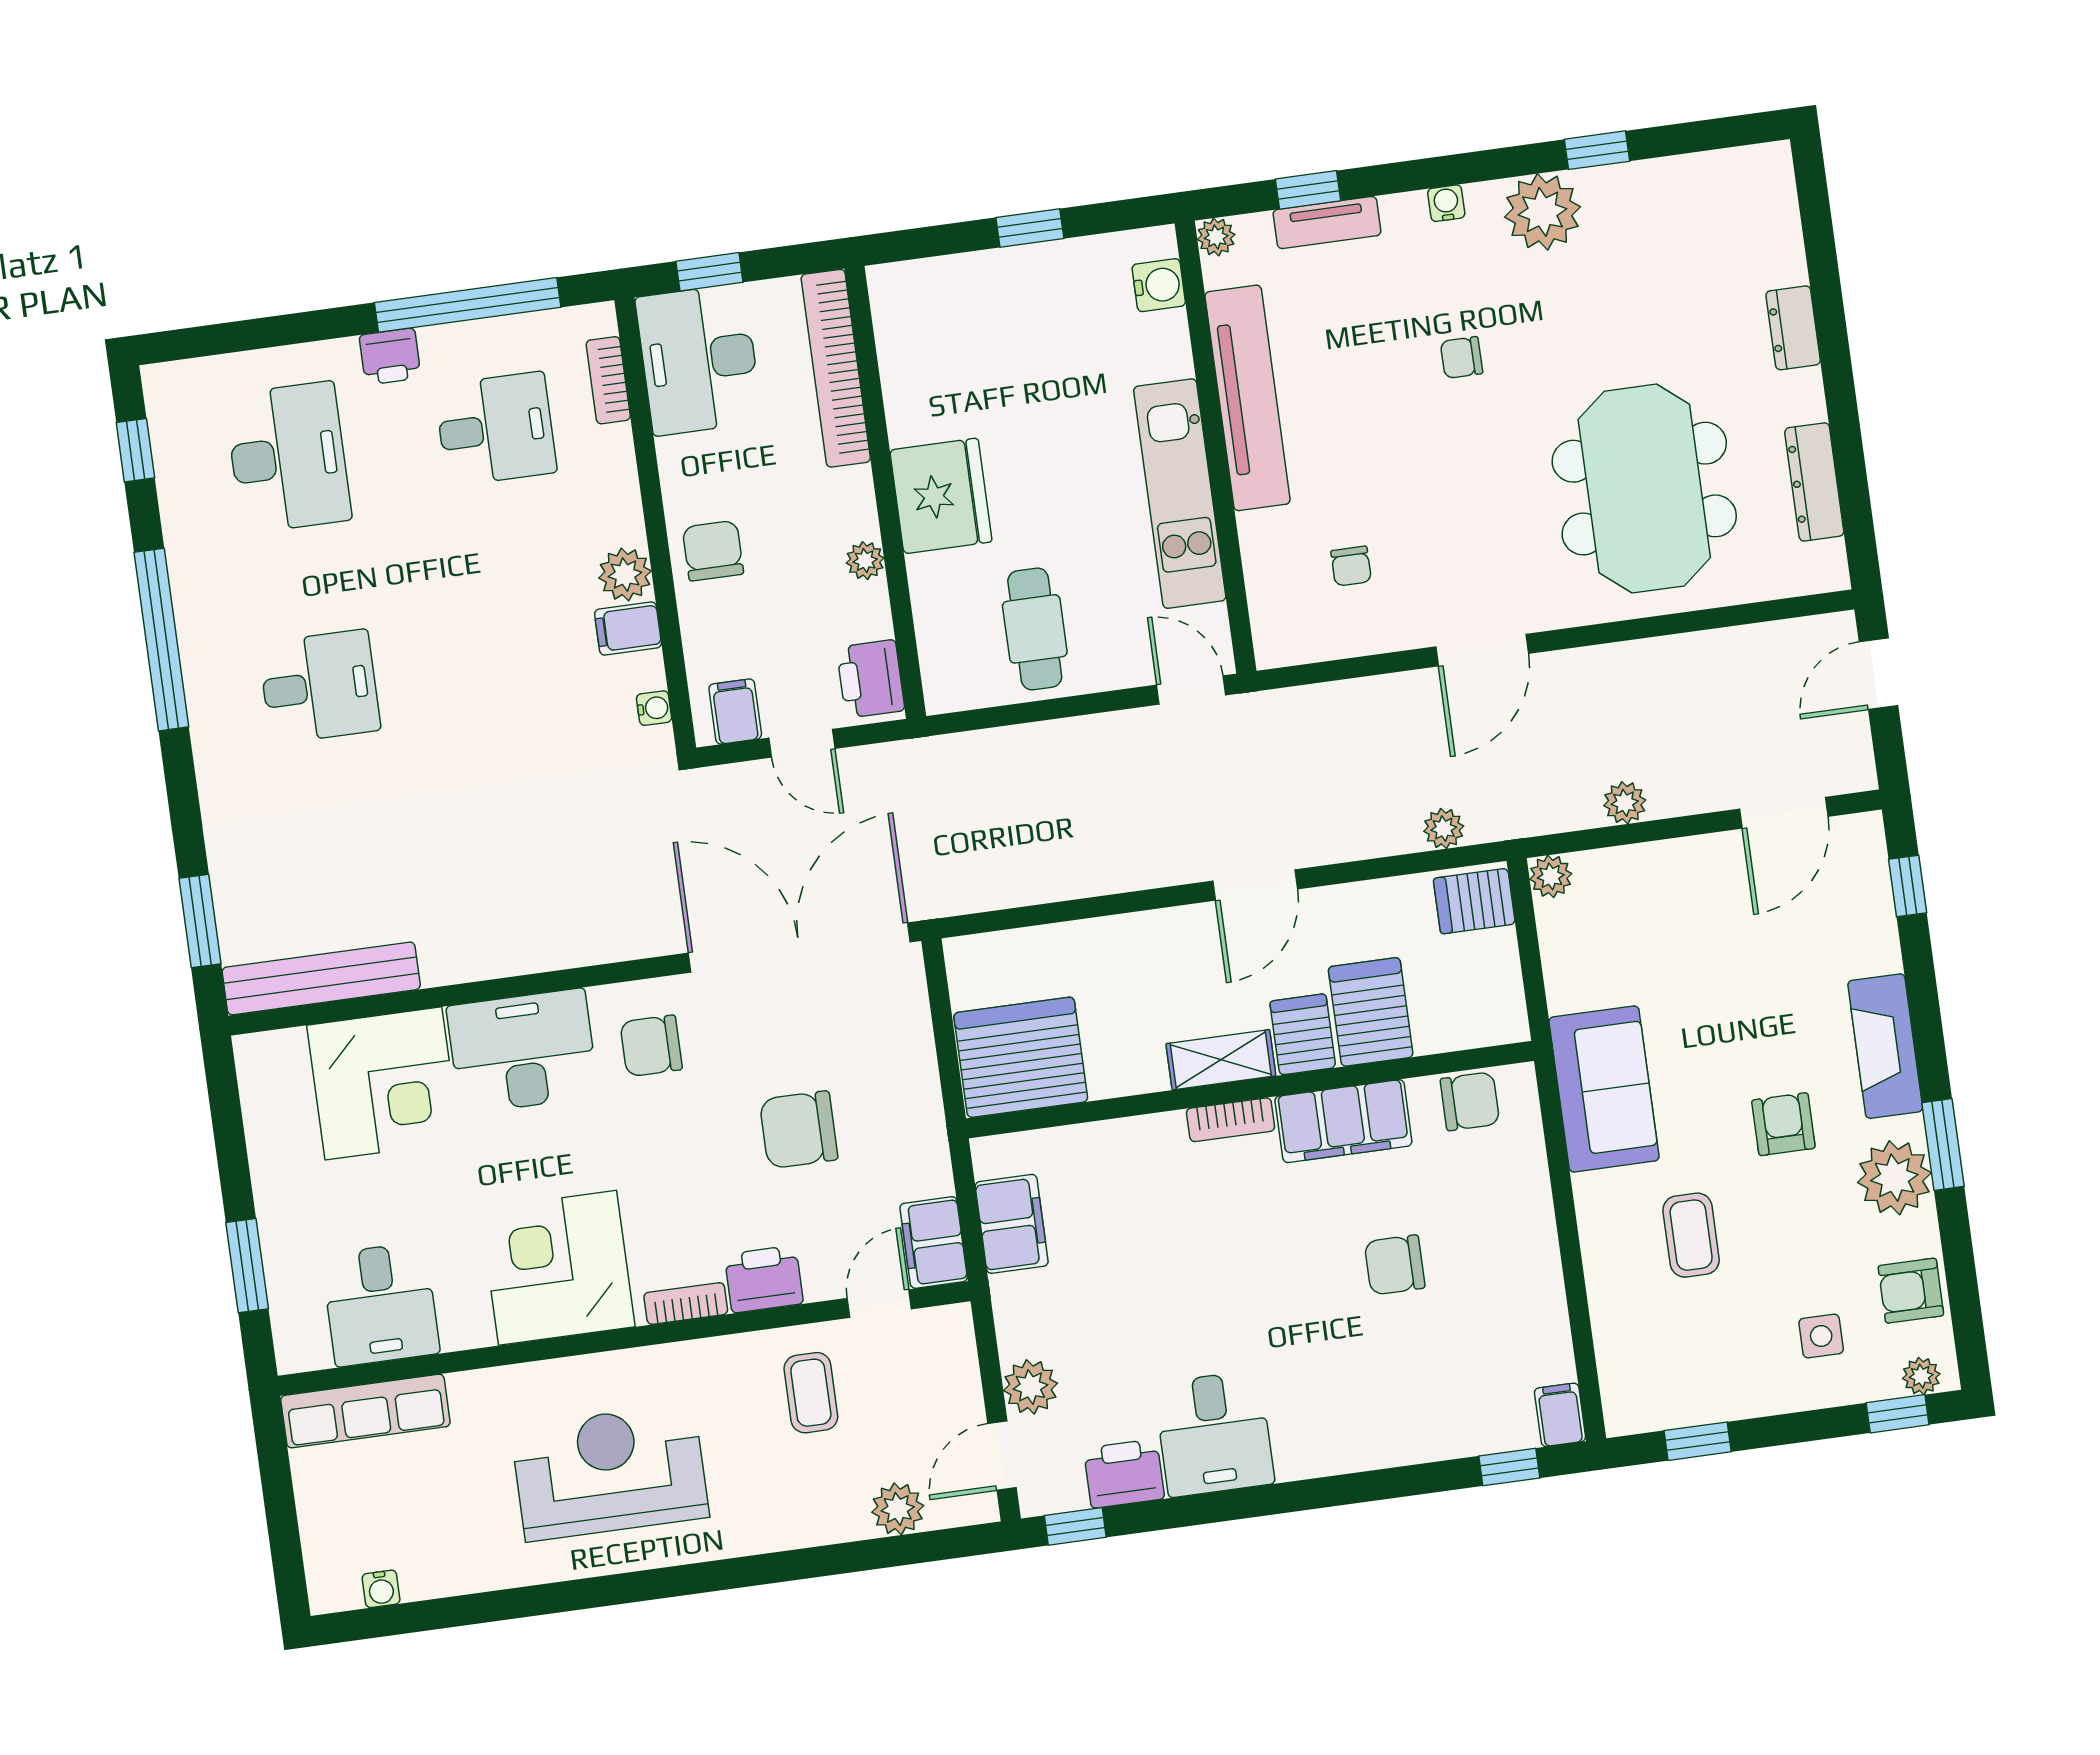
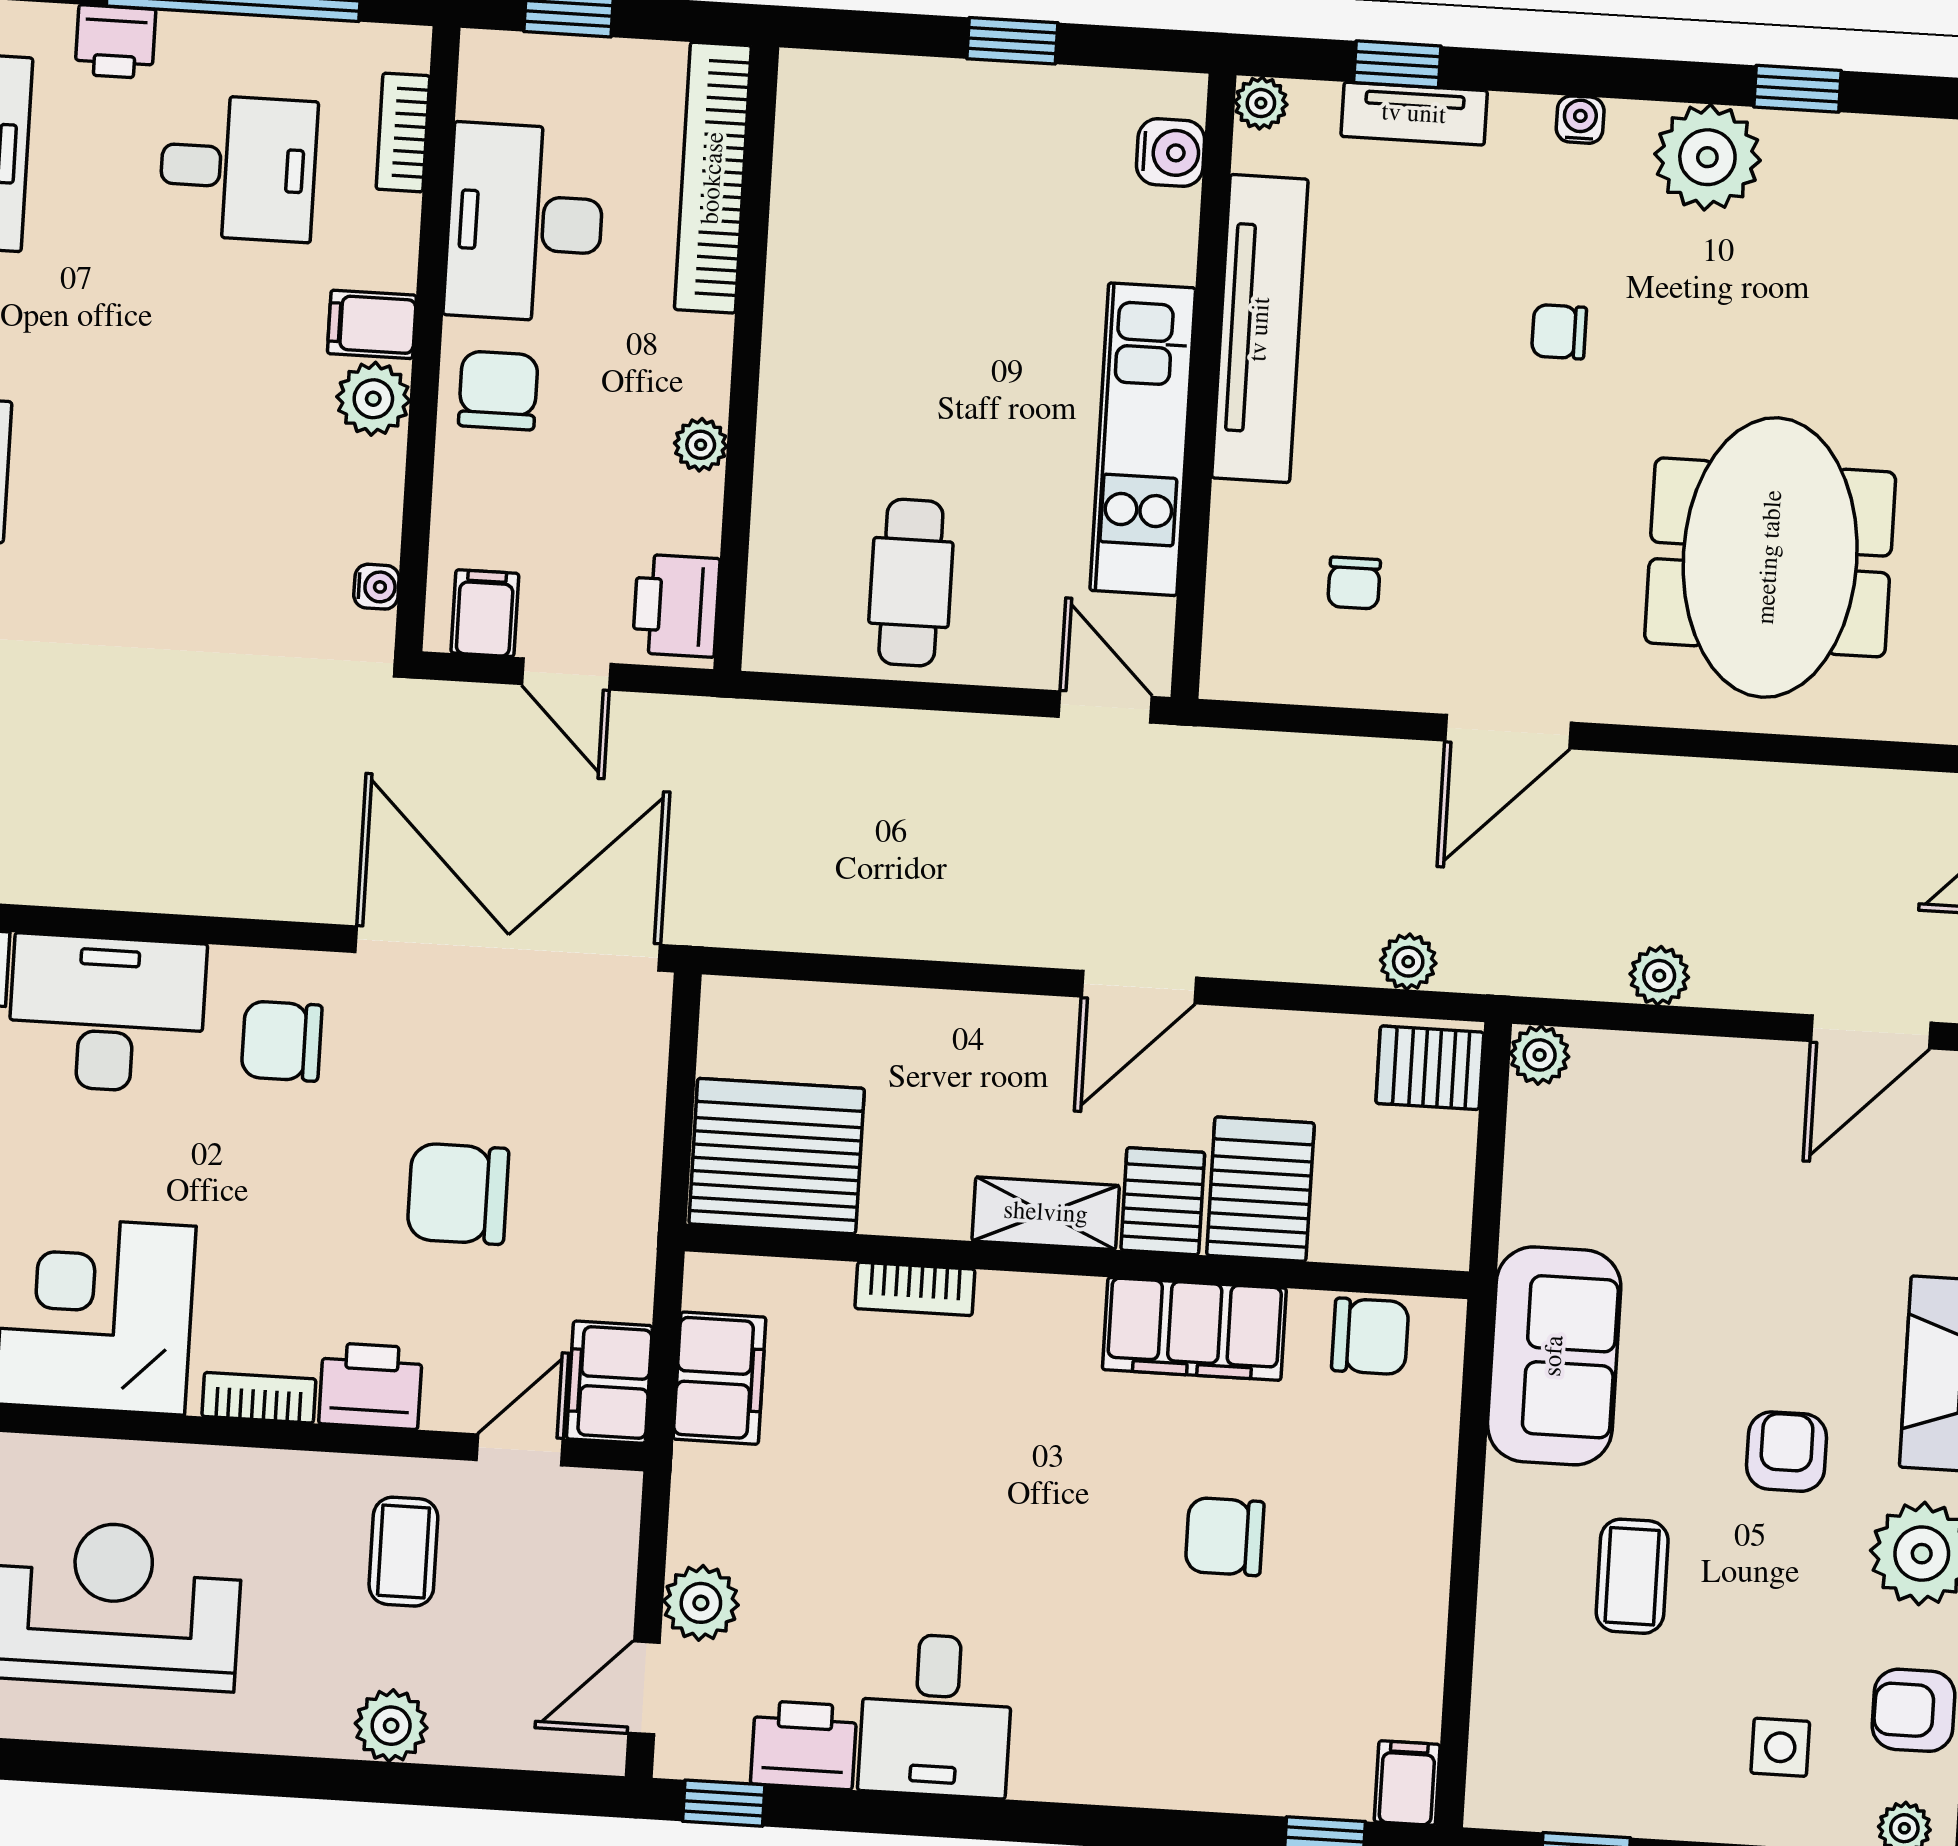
desk: (699, 360) -> (525, 223), moved
fridge: (941, 496) -> (820, 378), removed
filing cabinet: (628, 629) -> (372, 324), moved
bookcase: (1231, 1120) -> (915, 1289), moved
plant: (898, 1509) -> (391, 1726), moved

